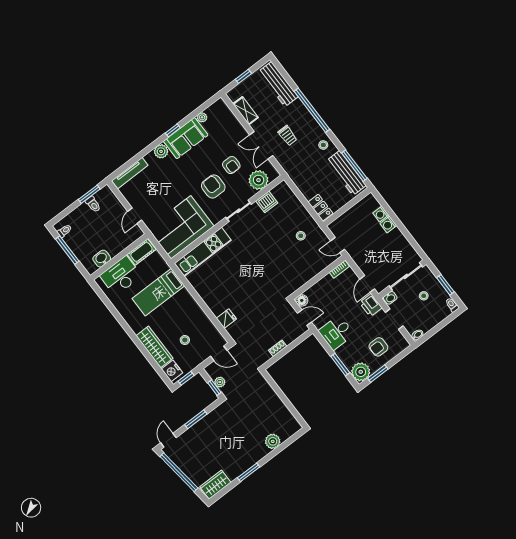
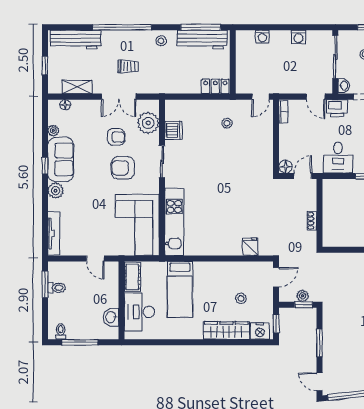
floor lamp: (227, 112) -> (65, 105), added
washing machine: (388, 225) -> (298, 37), moved

